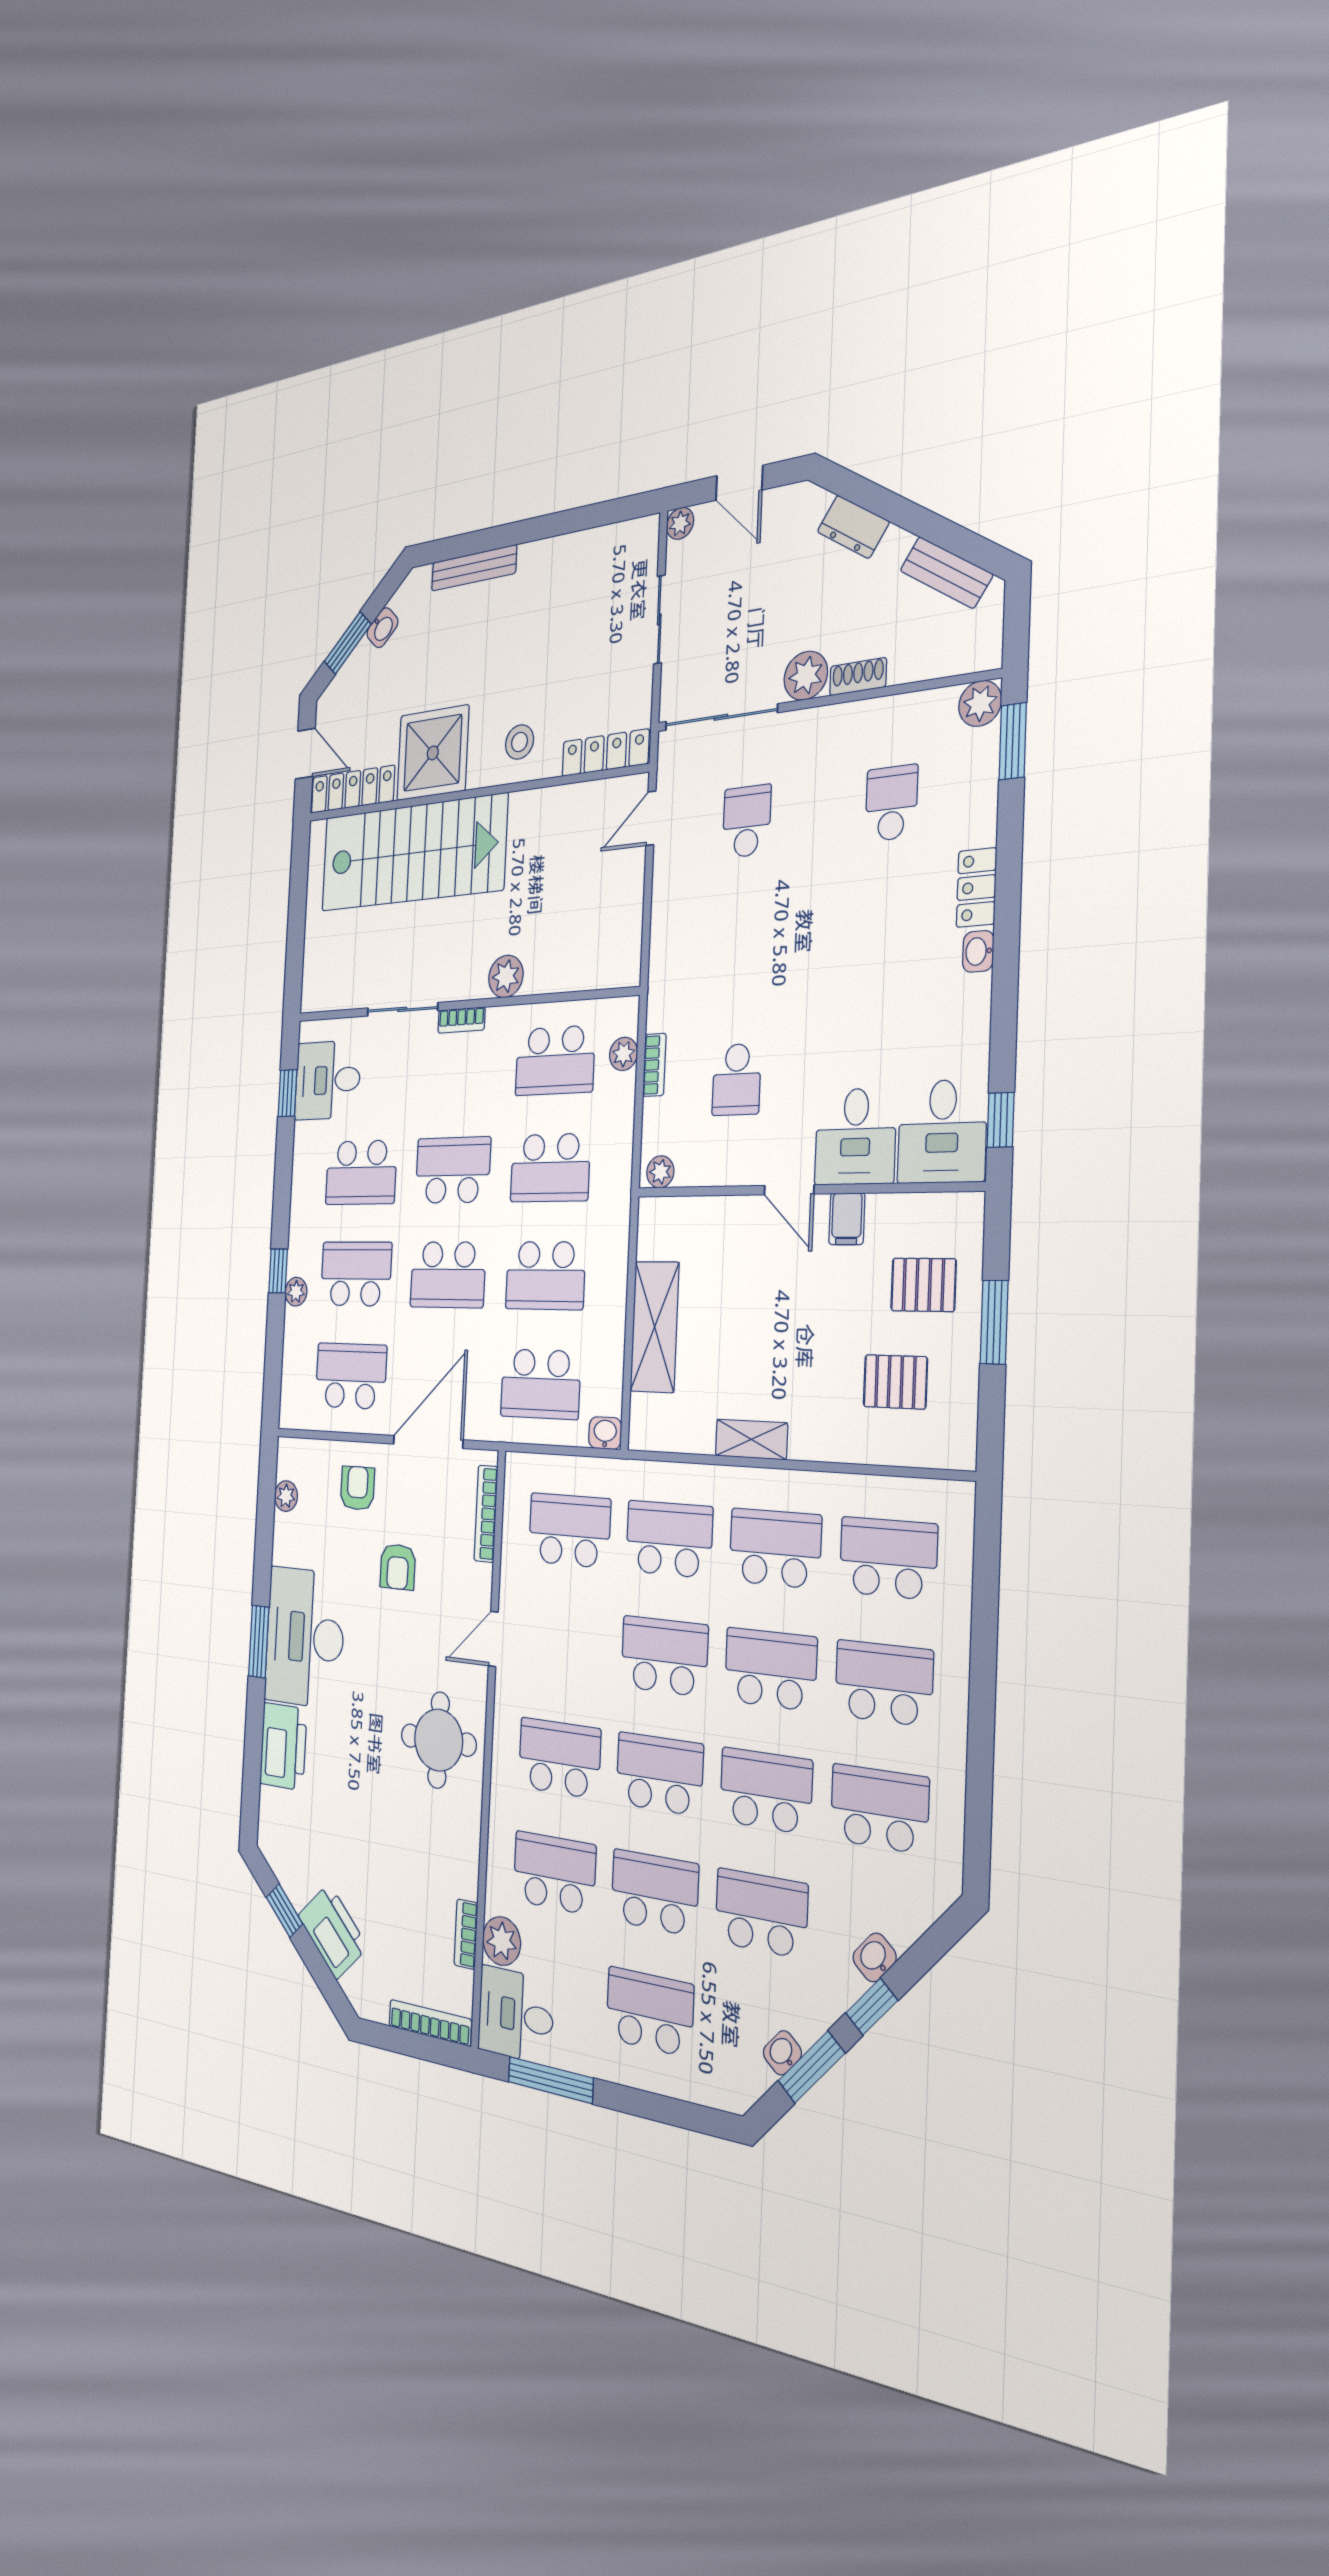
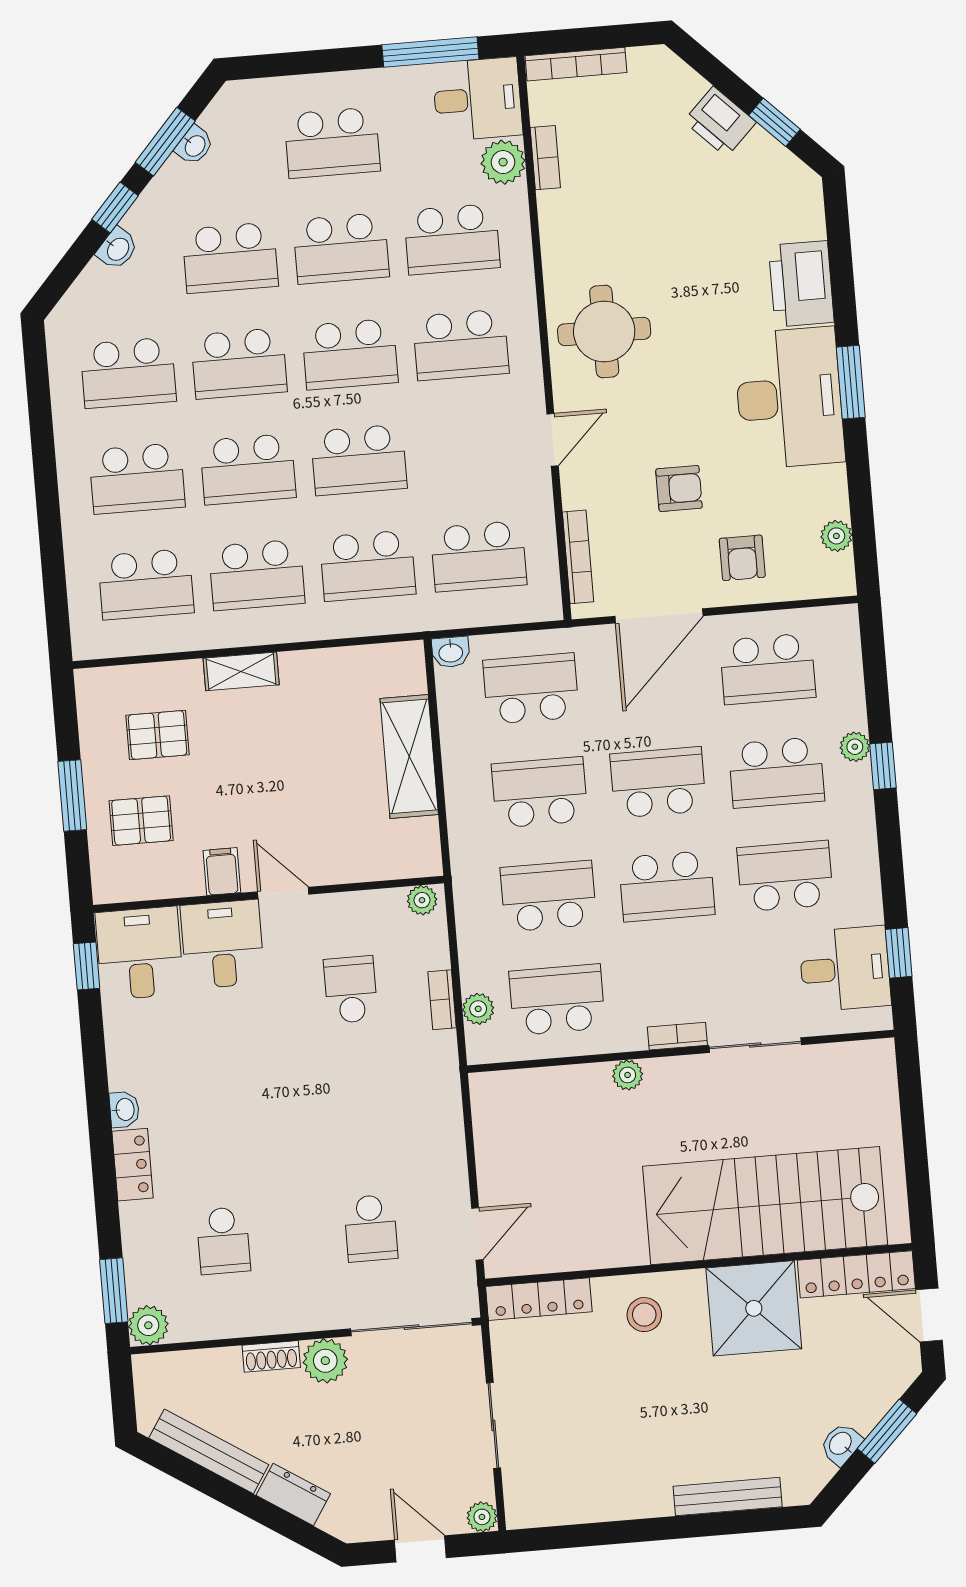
bench: (946, 572) -> (209, 1451), width x1.36
plant: (506, 976) -> (628, 1075), width x0.73, depth x0.73
shelving: (751, 1439) -> (241, 671), moved
armchair: (398, 1567) -> (679, 488), turned 90
printer: (333, 1931) -> (720, 122), width x0.73, depth x0.84

